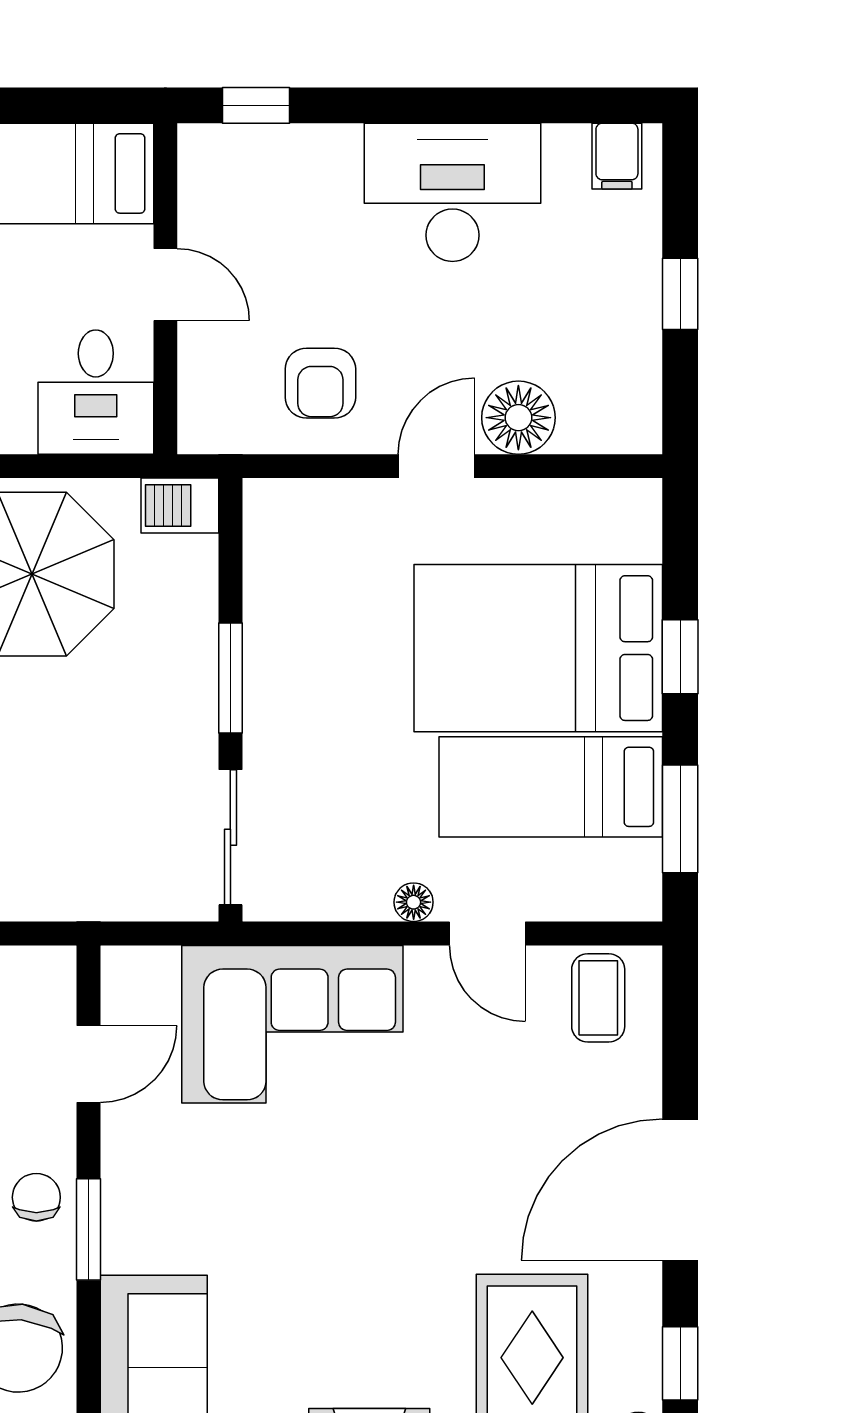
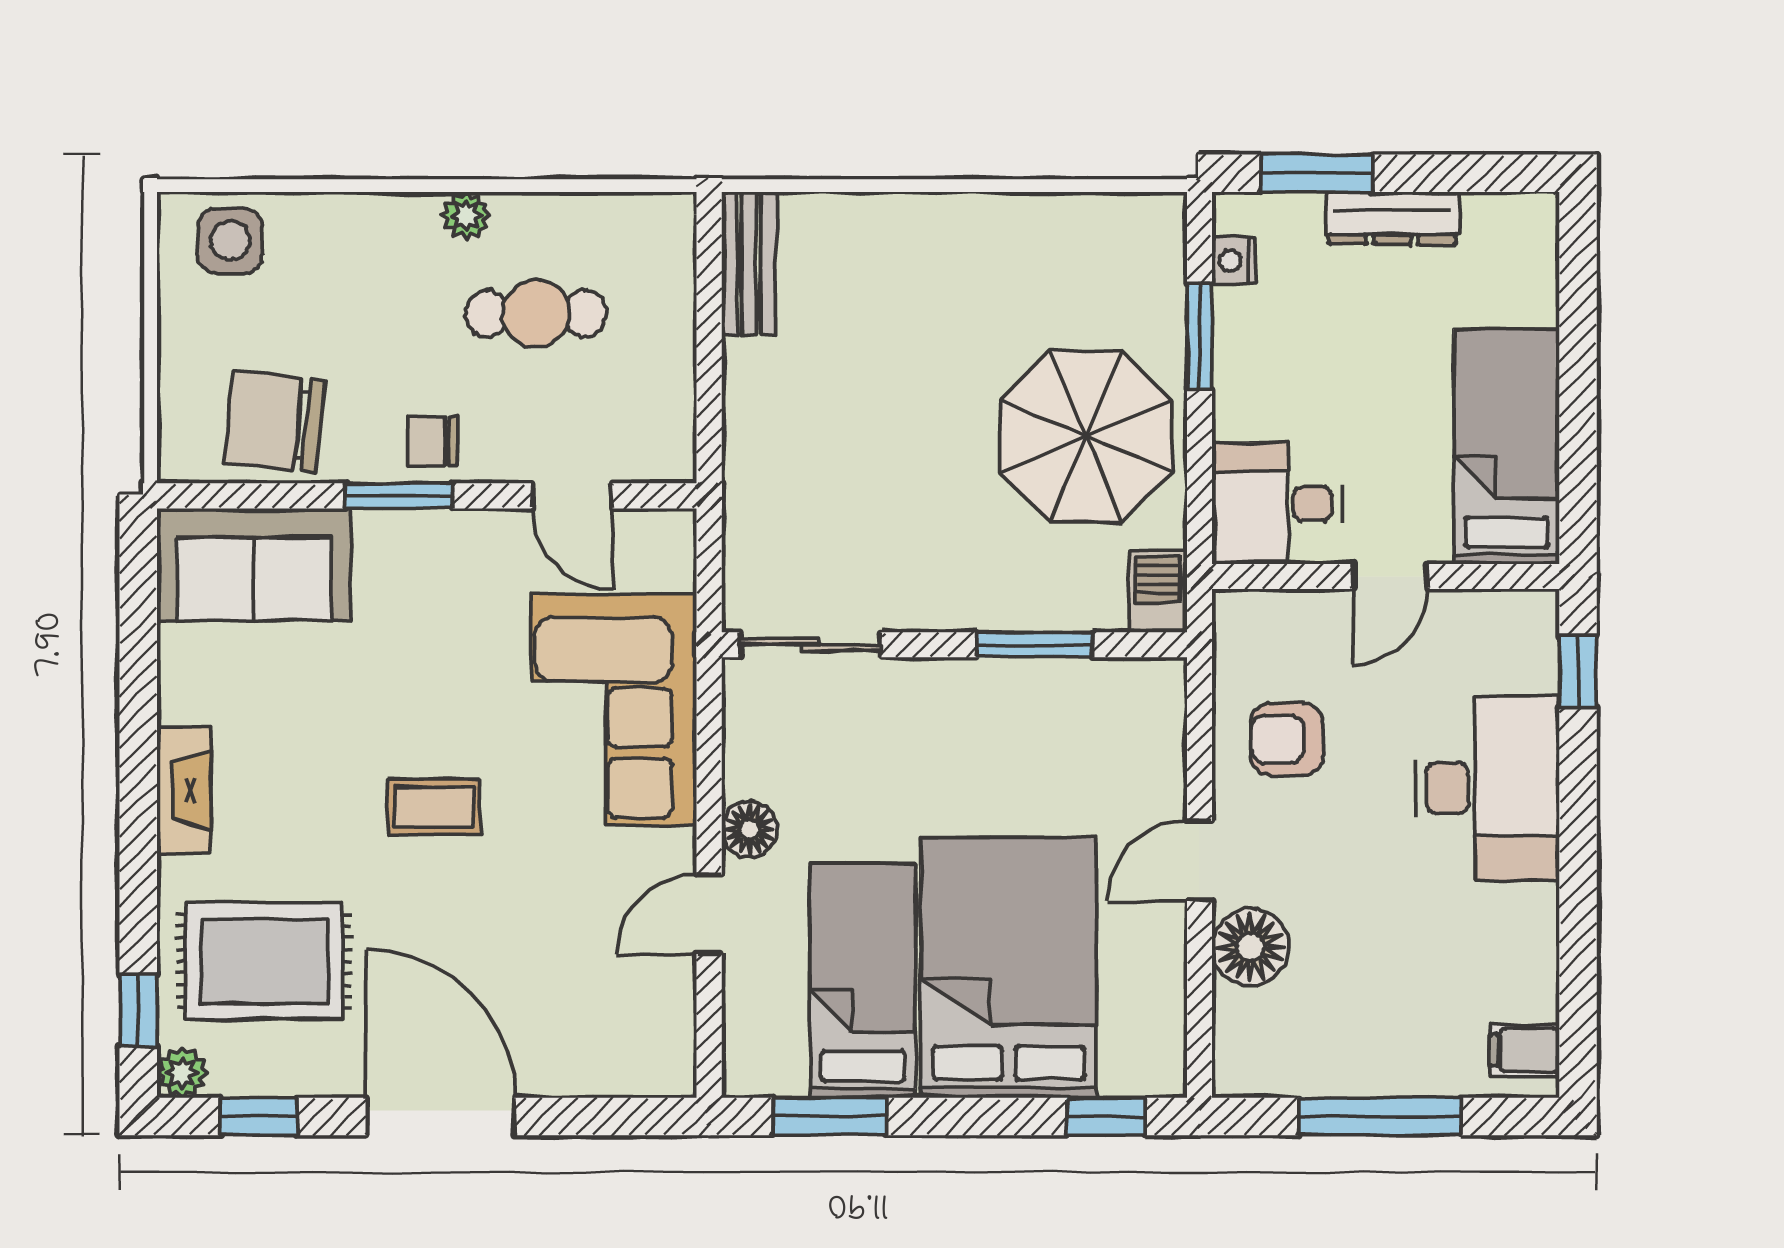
desk: (452, 192) -> (1487, 788), moved
window: (680, 294) -> (1380, 1116), width x2.17
door: (436, 466) -> (1199, 861), swing flipped
window: (680, 657) -> (1106, 1116), moved
window: (230, 678) -> (1034, 645), moved
floor lamp: (414, 902) -> (750, 829), width x1.37, depth x1.37
coffee table: (598, 998) -> (434, 807), moved
chair: (36, 1197) -> (432, 441), turned 180

